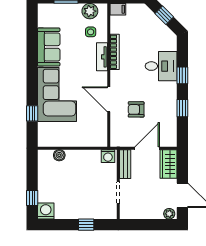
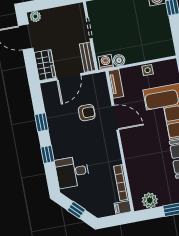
side table: (91, 32) -> (148, 70), moved
bookcase: (115, 52) -> (121, 183), moved
tv unit: (102, 57) -> (116, 84), moved
desk: (161, 66) -> (72, 172), moved
boiler: (59, 155) -> (119, 60), moved

